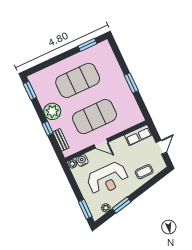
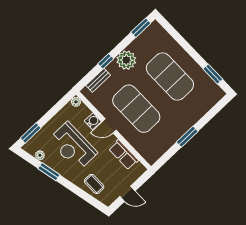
row of seats: (138, 135) -> (124, 155), moved
door: (101, 143) -> (109, 126), hinge flipped
water cooler: (82, 160) -> (93, 121), moved

